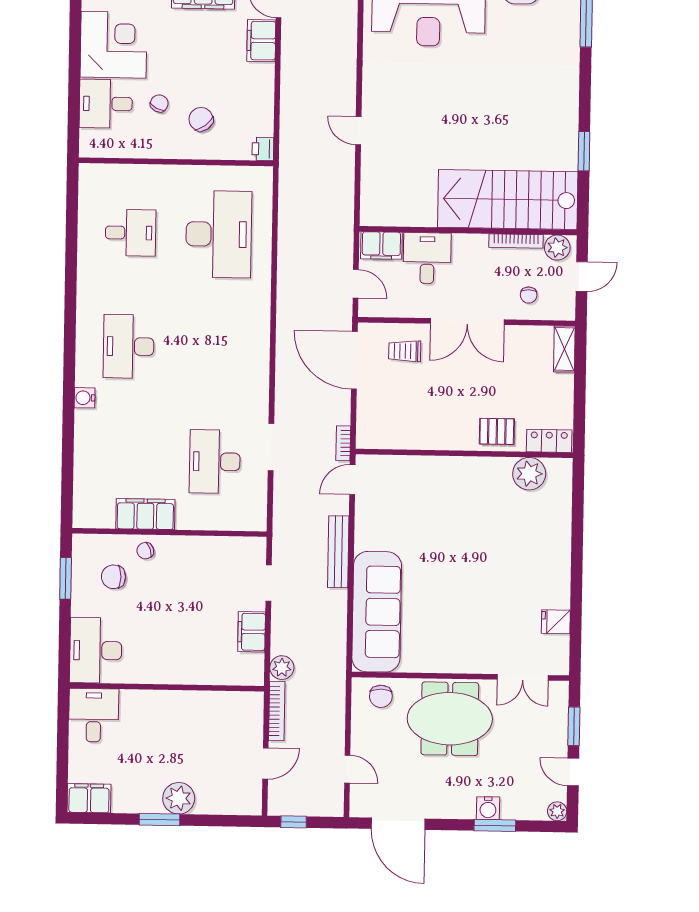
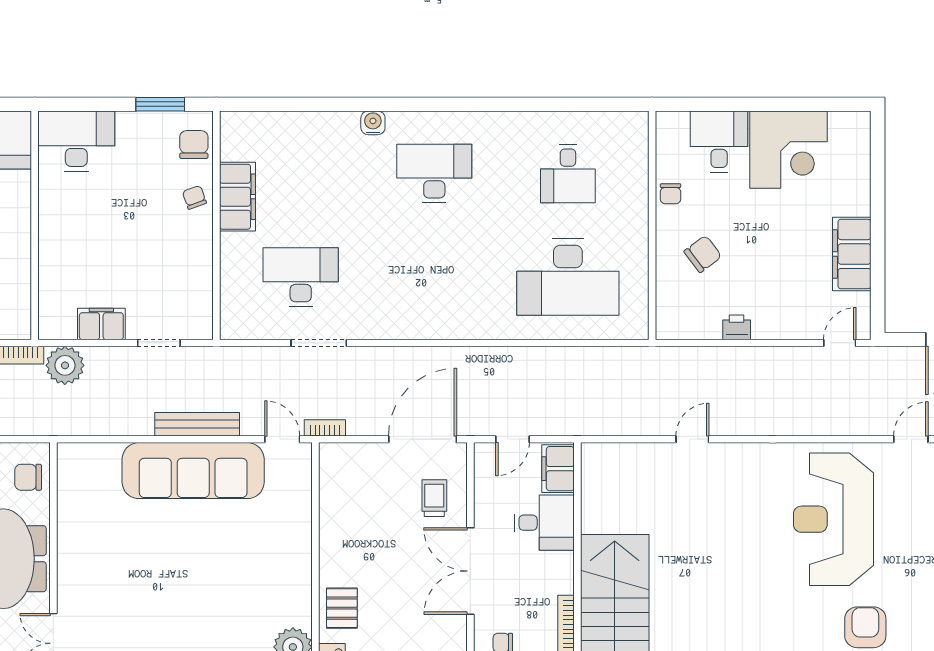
filing cabinet: (261, 41) -> (796, 323), removed
chair: (159, 103) -> (671, 194), moved, turned 63
printer: (263, 149) -> (737, 327), moved
chair: (113, 577) -> (194, 144), moved
sofa: (377, 612) -> (193, 471), moved
plant: (282, 668) -> (65, 365), width x1.36, depth x1.36

